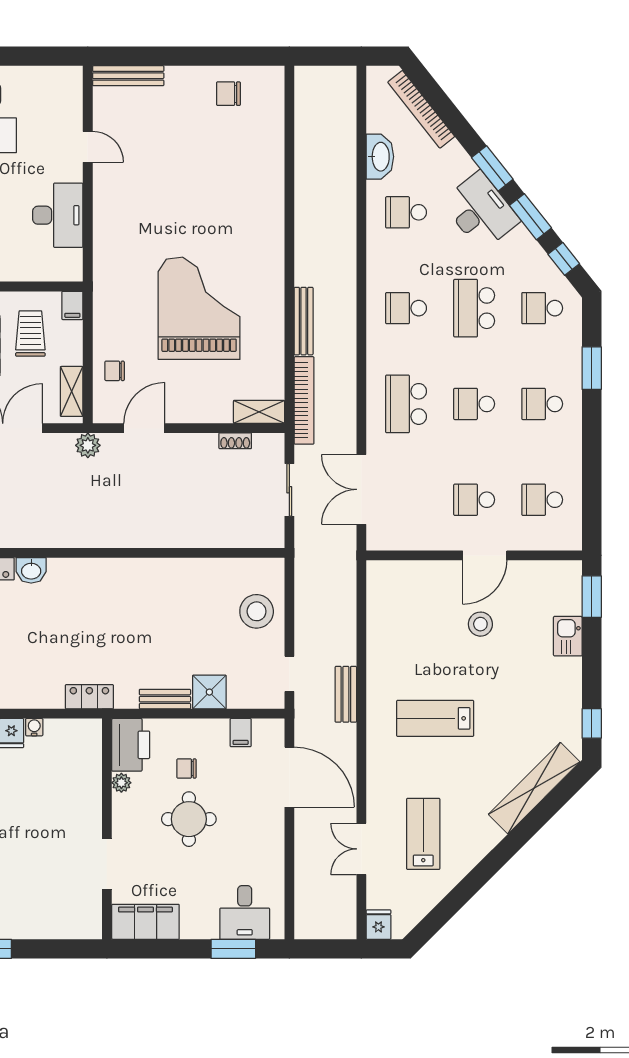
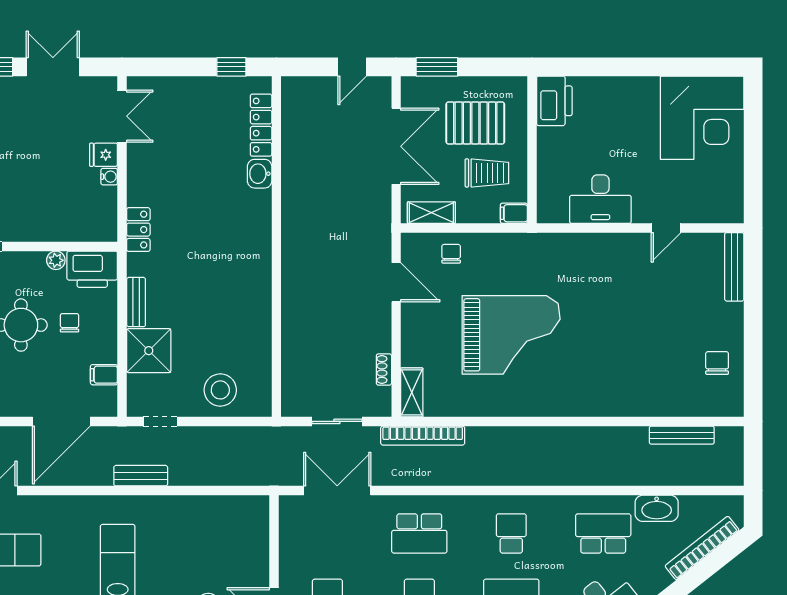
school desk: (406, 212) -> (603, 533), width x1.85
bench: (304, 321) -> (682, 435), moved
school desk: (406, 404) -> (419, 533), turned 180
plant: (88, 445) -> (380, 228), removed
shower: (209, 692) -> (149, 351), width x1.36, depth x1.36

